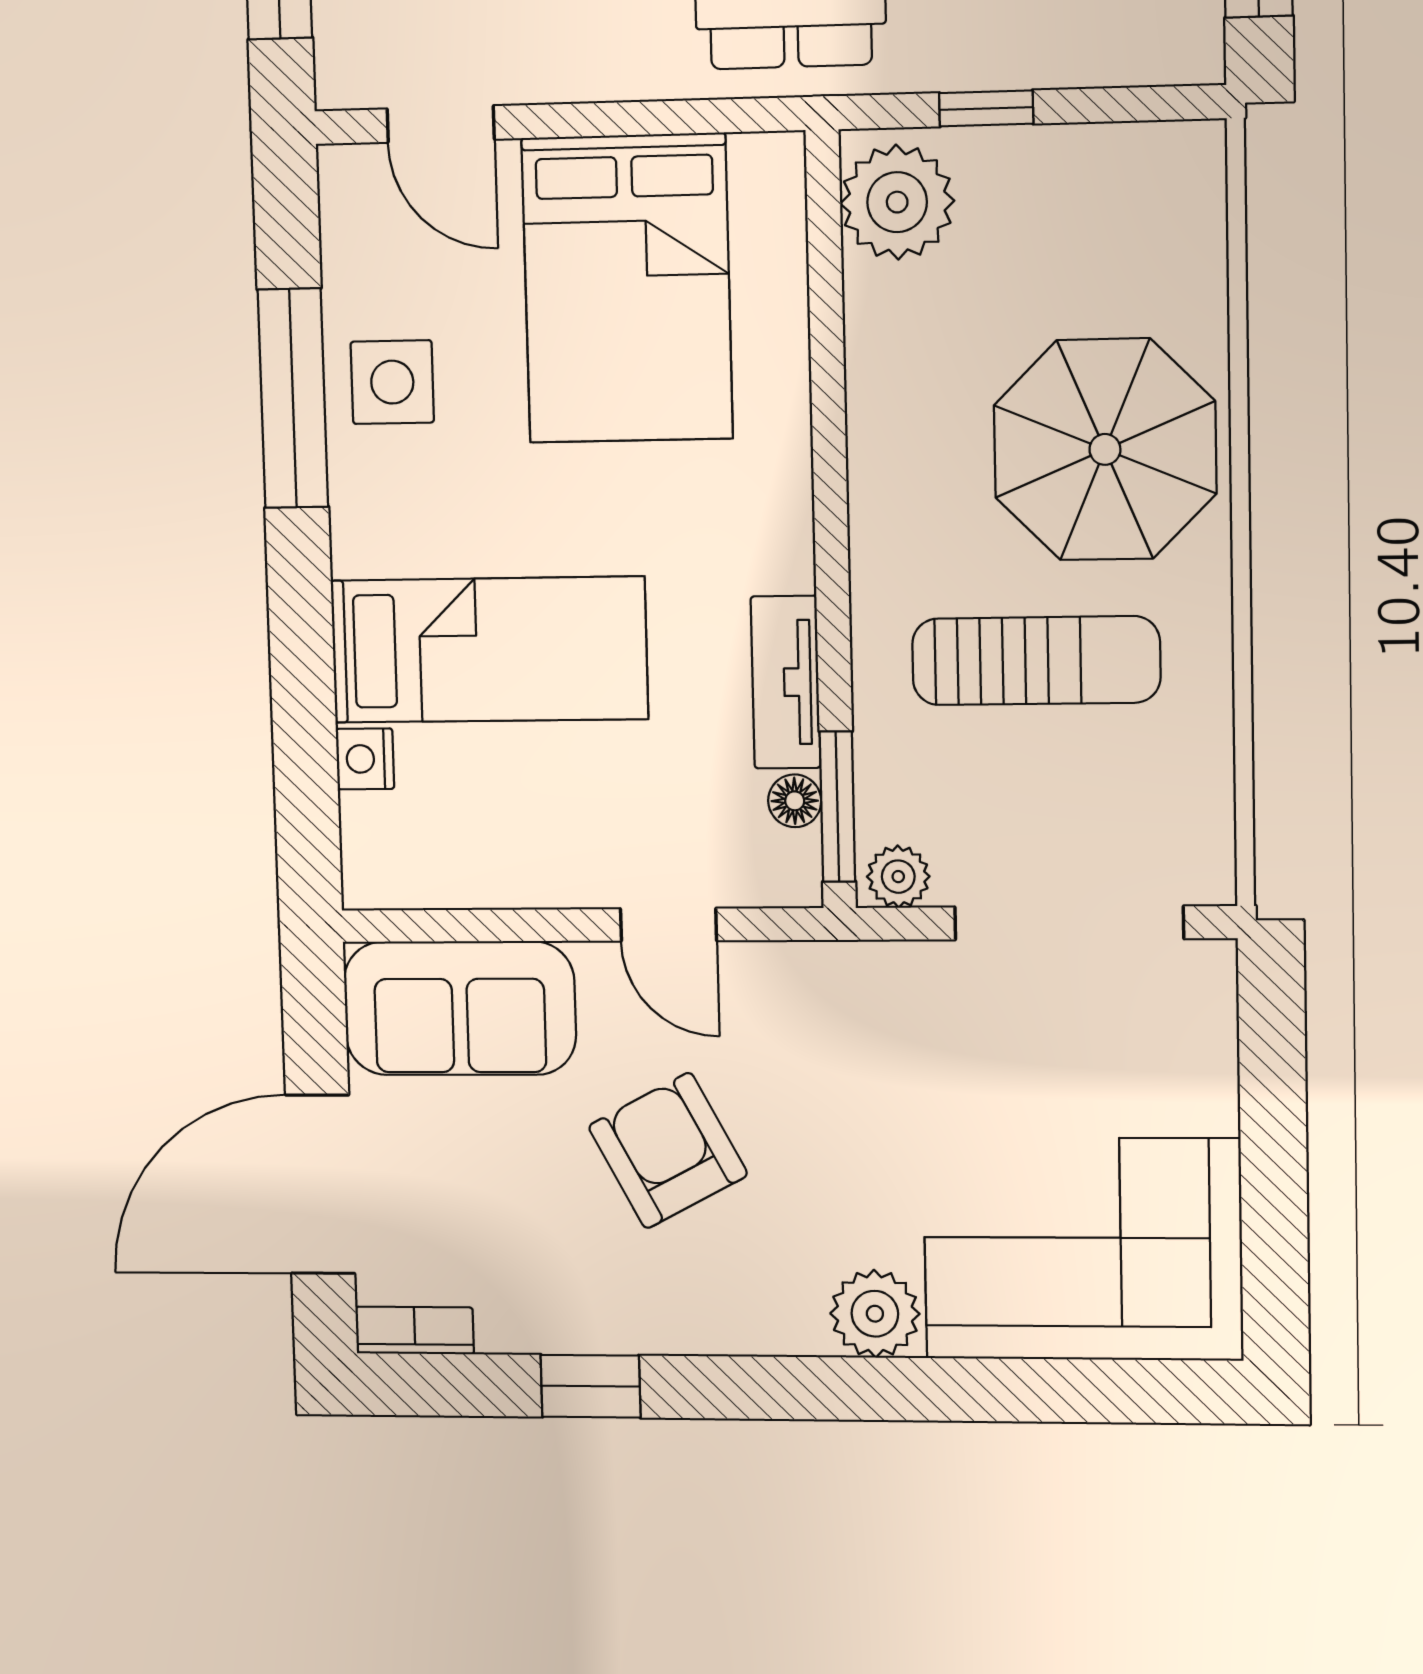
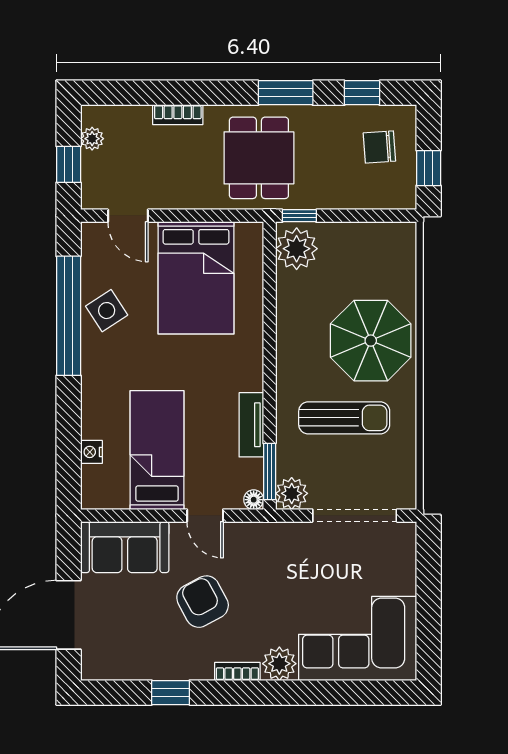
window: (986, 108) -> (299, 216), moved
side table: (392, 382) -> (107, 311), turned -33
window: (293, 398) -> (69, 316), width x1.46
bed: (489, 650) -> (157, 450), moved, turned -90
floor lamp: (795, 801) -> (254, 500), moved
plant: (898, 877) -> (292, 493), width x1.38, depth x1.38
bookcase: (415, 1330) -> (237, 671), moved

